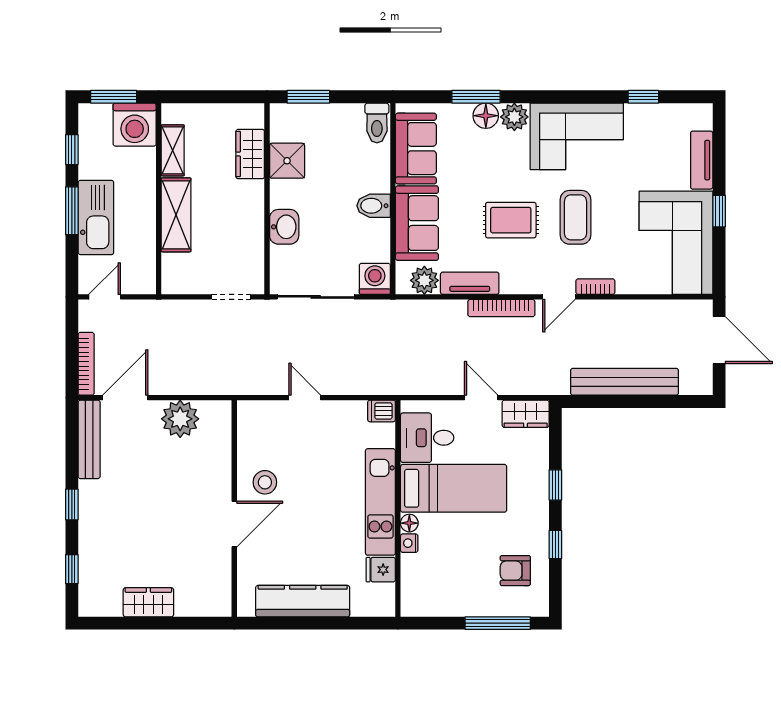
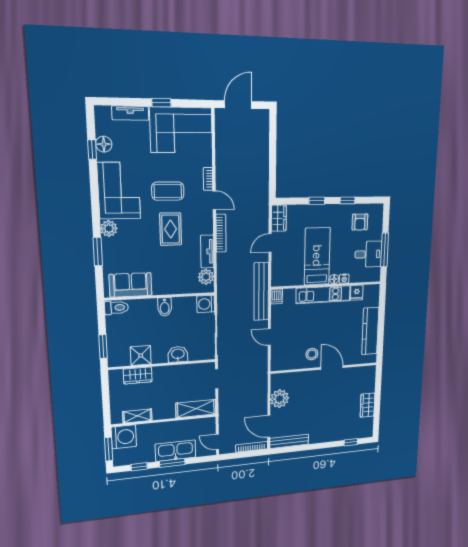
floor lamp: (486, 116) -> (104, 144), moved
shelving: (176, 215) -> (196, 409), moved
sofa: (417, 223) -> (174, 282), removed
bench: (625, 382) -> (261, 292), moved
door: (305, 398) -> (269, 337), hinge flipped
desk: (427, 438) -> (368, 254), moved, turned -90
window: (72, 504) -> (320, 446), removed
window: (498, 623) -> (385, 250), moved

